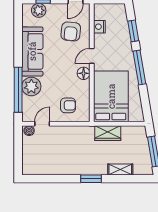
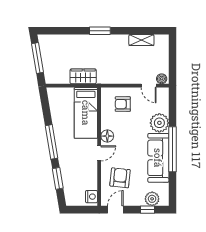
nightstand: (99, 27) -> (91, 197), moved
window: (18, 90) -> (173, 149), moved
bed: (111, 96) -> (86, 113), width x0.67
door: (42, 124) -> (149, 86), hinge flipped
shelving: (120, 169) -> (141, 40), moved

